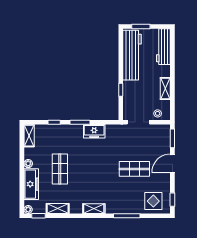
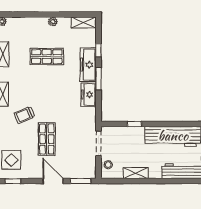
freezer: (31, 184) -> (88, 65), moved, turned 90
trolley: (113, 189) -> (24, 115), added

